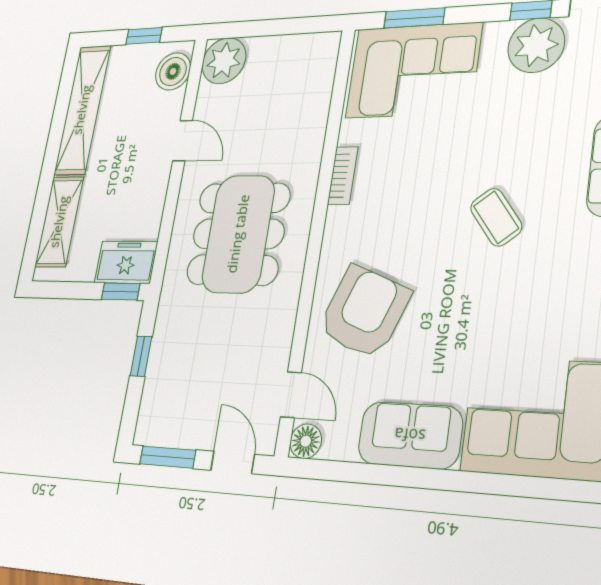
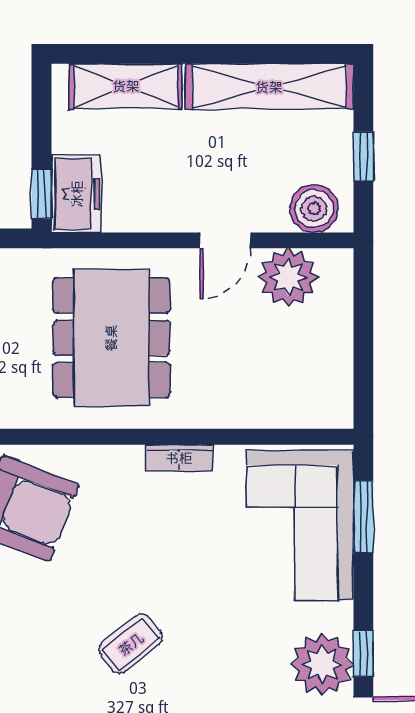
plant: (224, 61) -> (288, 277), moved
dining table: (238, 234) -> (111, 338), turned 90

